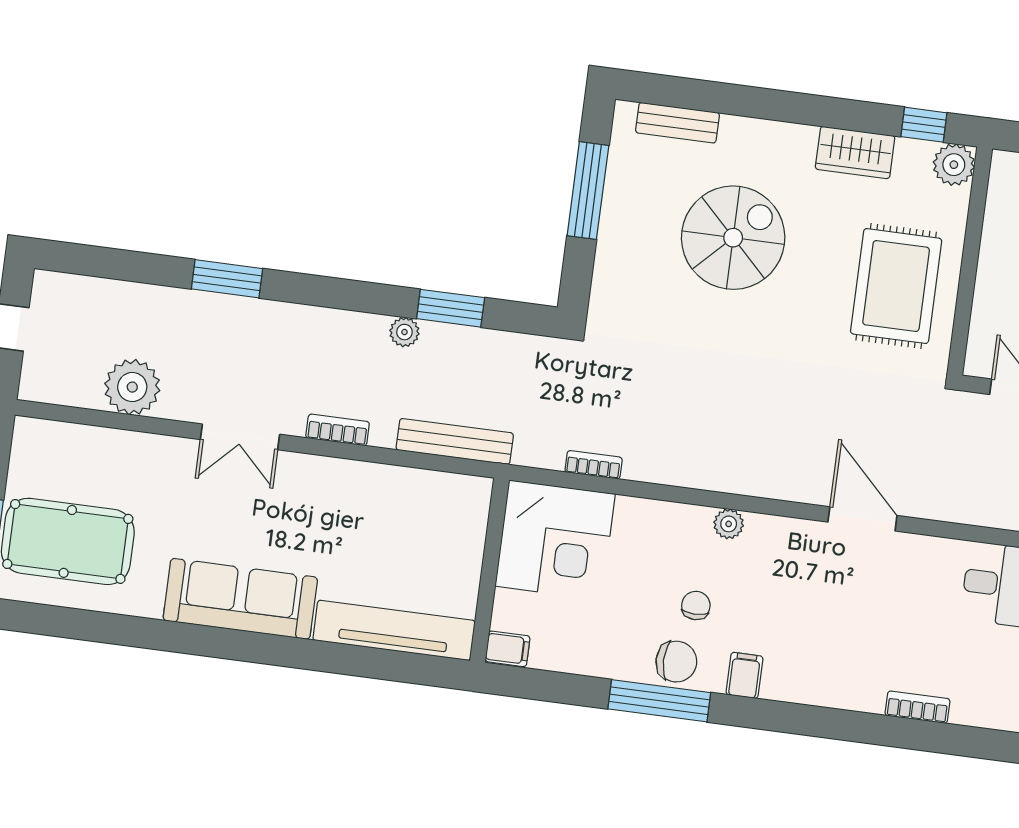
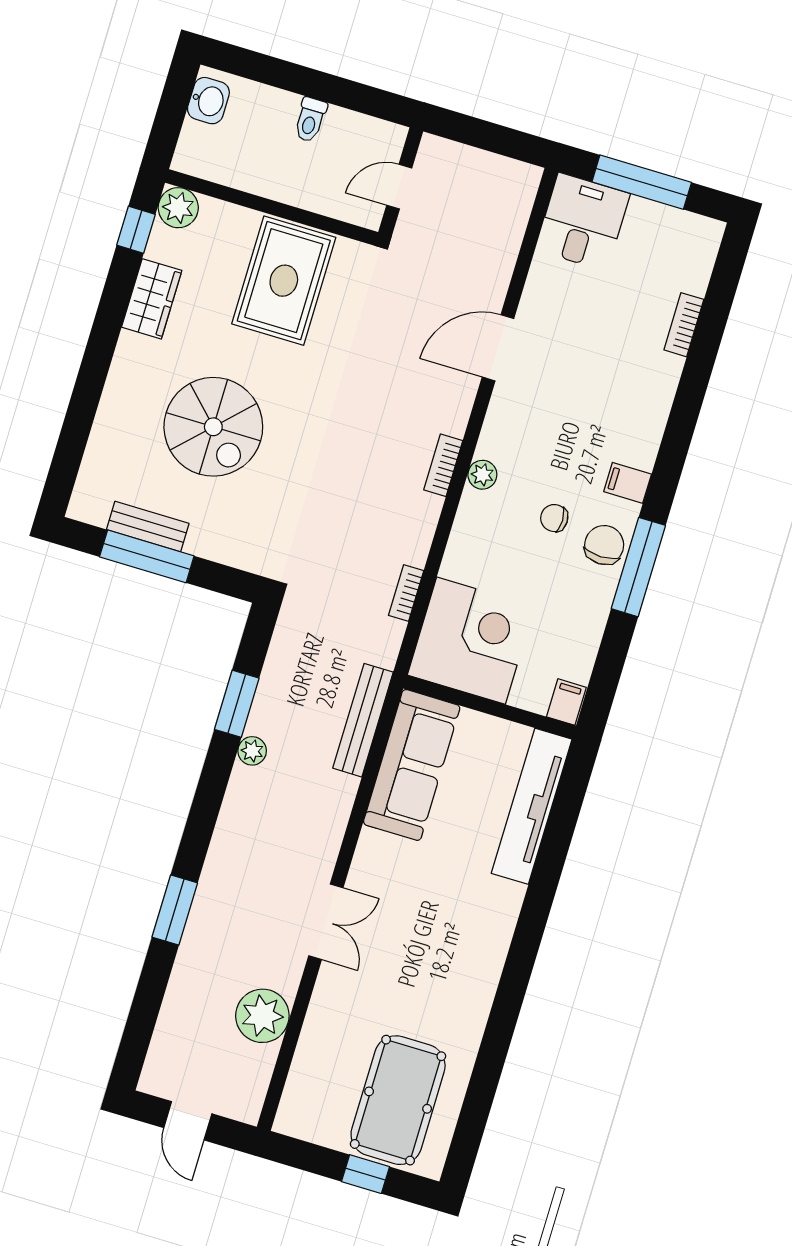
bench: (677, 123) -> (148, 526), moved, turned 90
spiral stairs: (733, 238) -> (213, 427), turned 180
rug: (896, 286) -> (284, 281), turned 90
bookcase: (338, 430) -> (443, 465), moved
sofa: (240, 599) -> (412, 765), moved, turned 180

